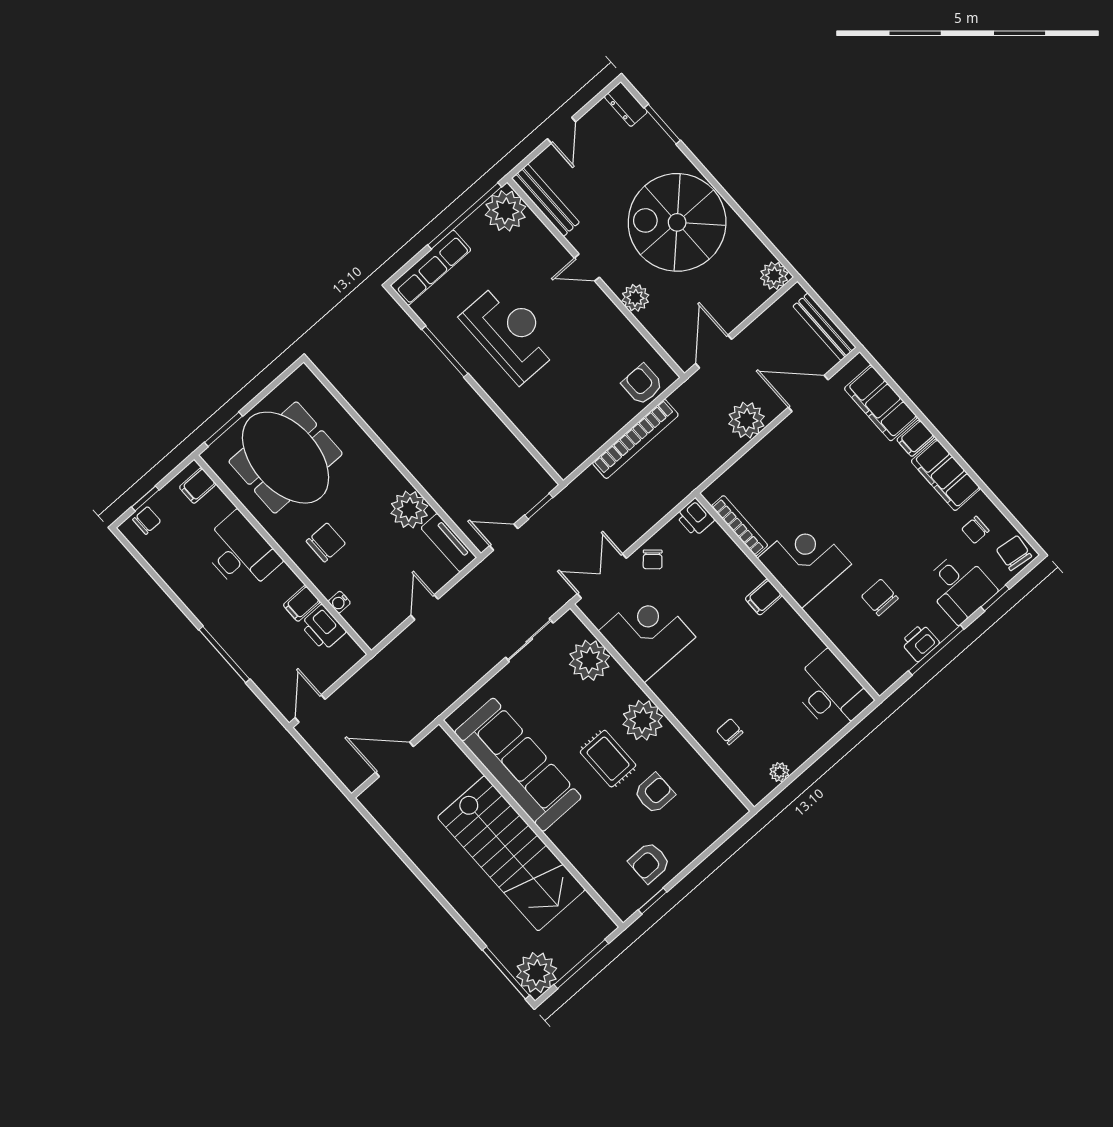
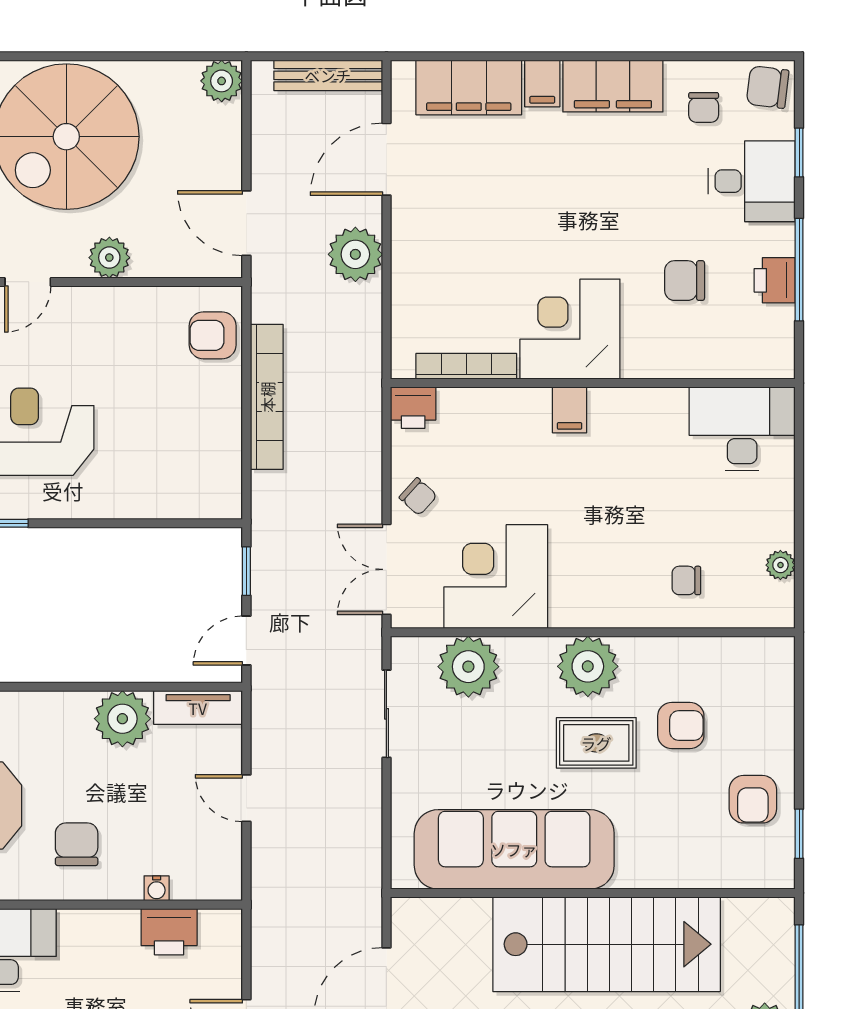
filing cabinet: (302, 603) -> (121, 931), removed
armchair: (654, 793) -> (681, 725), turned 90

